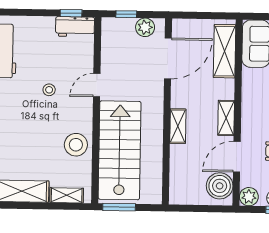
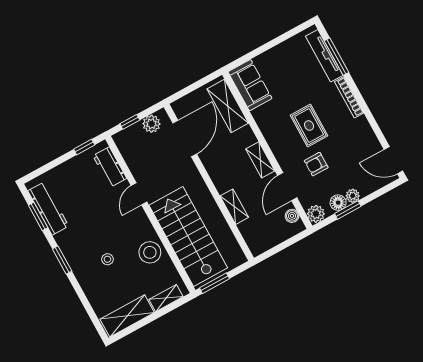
workbench: (75, 27) -> (110, 167), moved, turned 90
stool: (49, 90) -> (107, 259), moved
shelving: (178, 126) -> (234, 207), moved
boiler: (220, 186) -> (292, 216), width x0.54, depth x0.54

